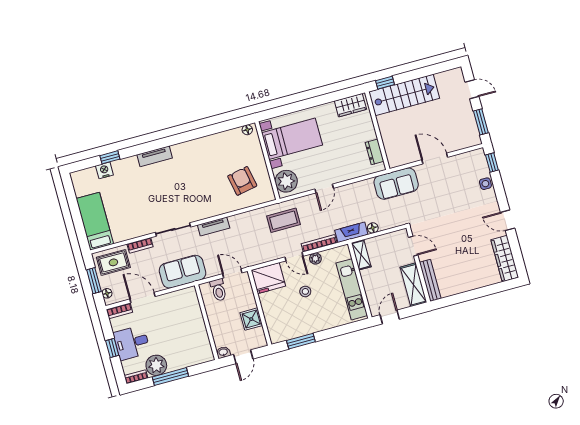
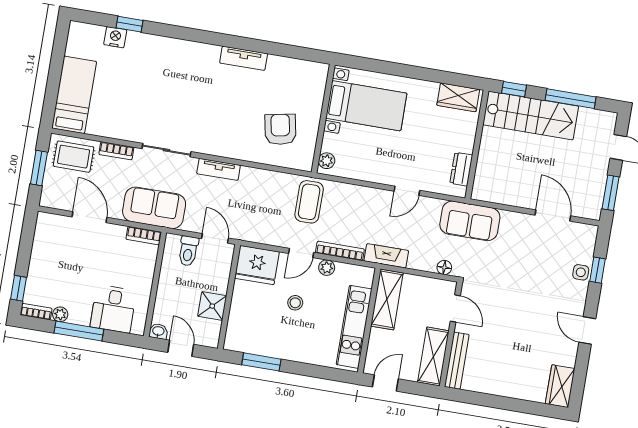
window: (425, 72) -> (571, 99), added
floor lamp: (247, 130) -> (316, 69), removed
tv unit: (155, 156) -> (244, 58), moved
door: (435, 159) -> (553, 215), moved
window: (492, 163) -> (597, 270), moved
plant: (286, 181) -> (327, 161), width x0.53, depth x0.53
door: (324, 189) -> (407, 191), moved
coffee table: (284, 220) -> (309, 202), turned 90
floor lamp: (373, 228) -> (444, 267), moved
shelving: (361, 255) -> (387, 299), width x1.50, depth x1.33
door: (294, 257) -> (301, 253), hinge flipped
wardrobe: (505, 259) -> (560, 386), width x0.67
floor lamp: (107, 293) -> (48, 191), removed
bookcase: (119, 311) -> (144, 236), moved
desk: (132, 343) -> (113, 309), moved, turned -90
window: (112, 348) -> (19, 288), moved
door: (243, 357) -> (181, 348), swing flipped
plant: (156, 365) -> (60, 314), width x0.53, depth x0.53

